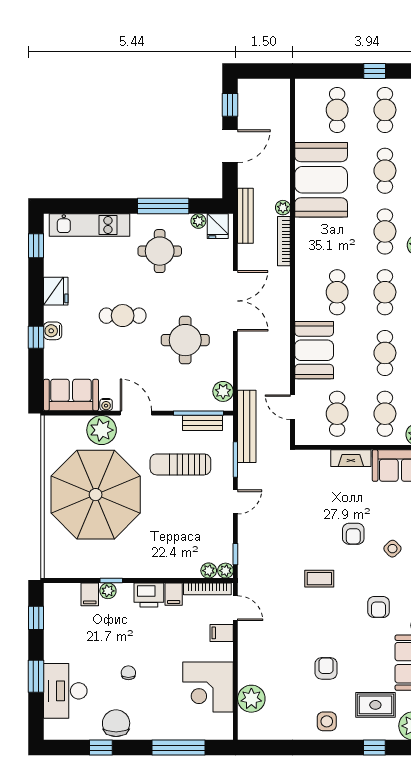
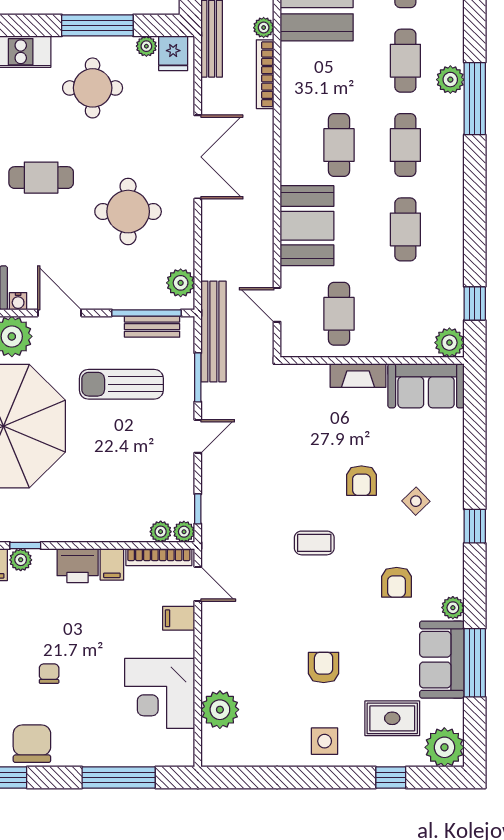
cafe table: (385, 414) -> (405, 314), removed

